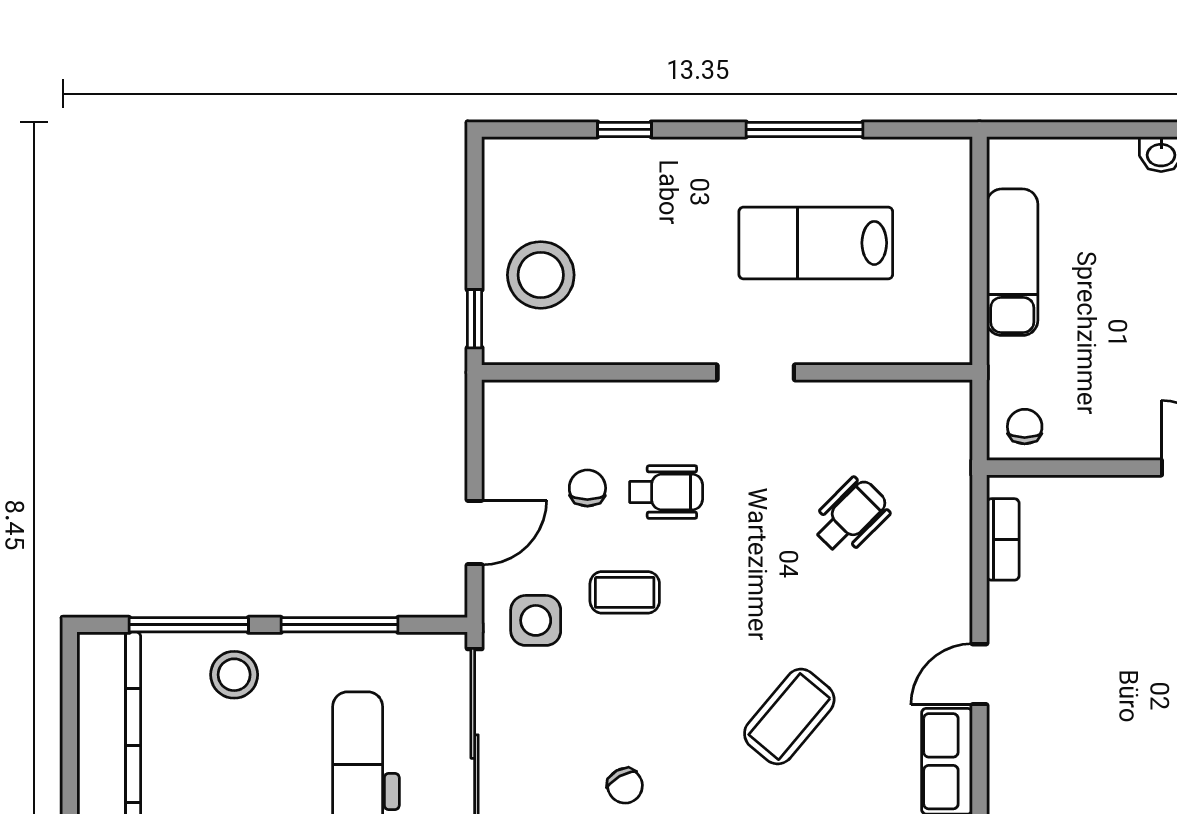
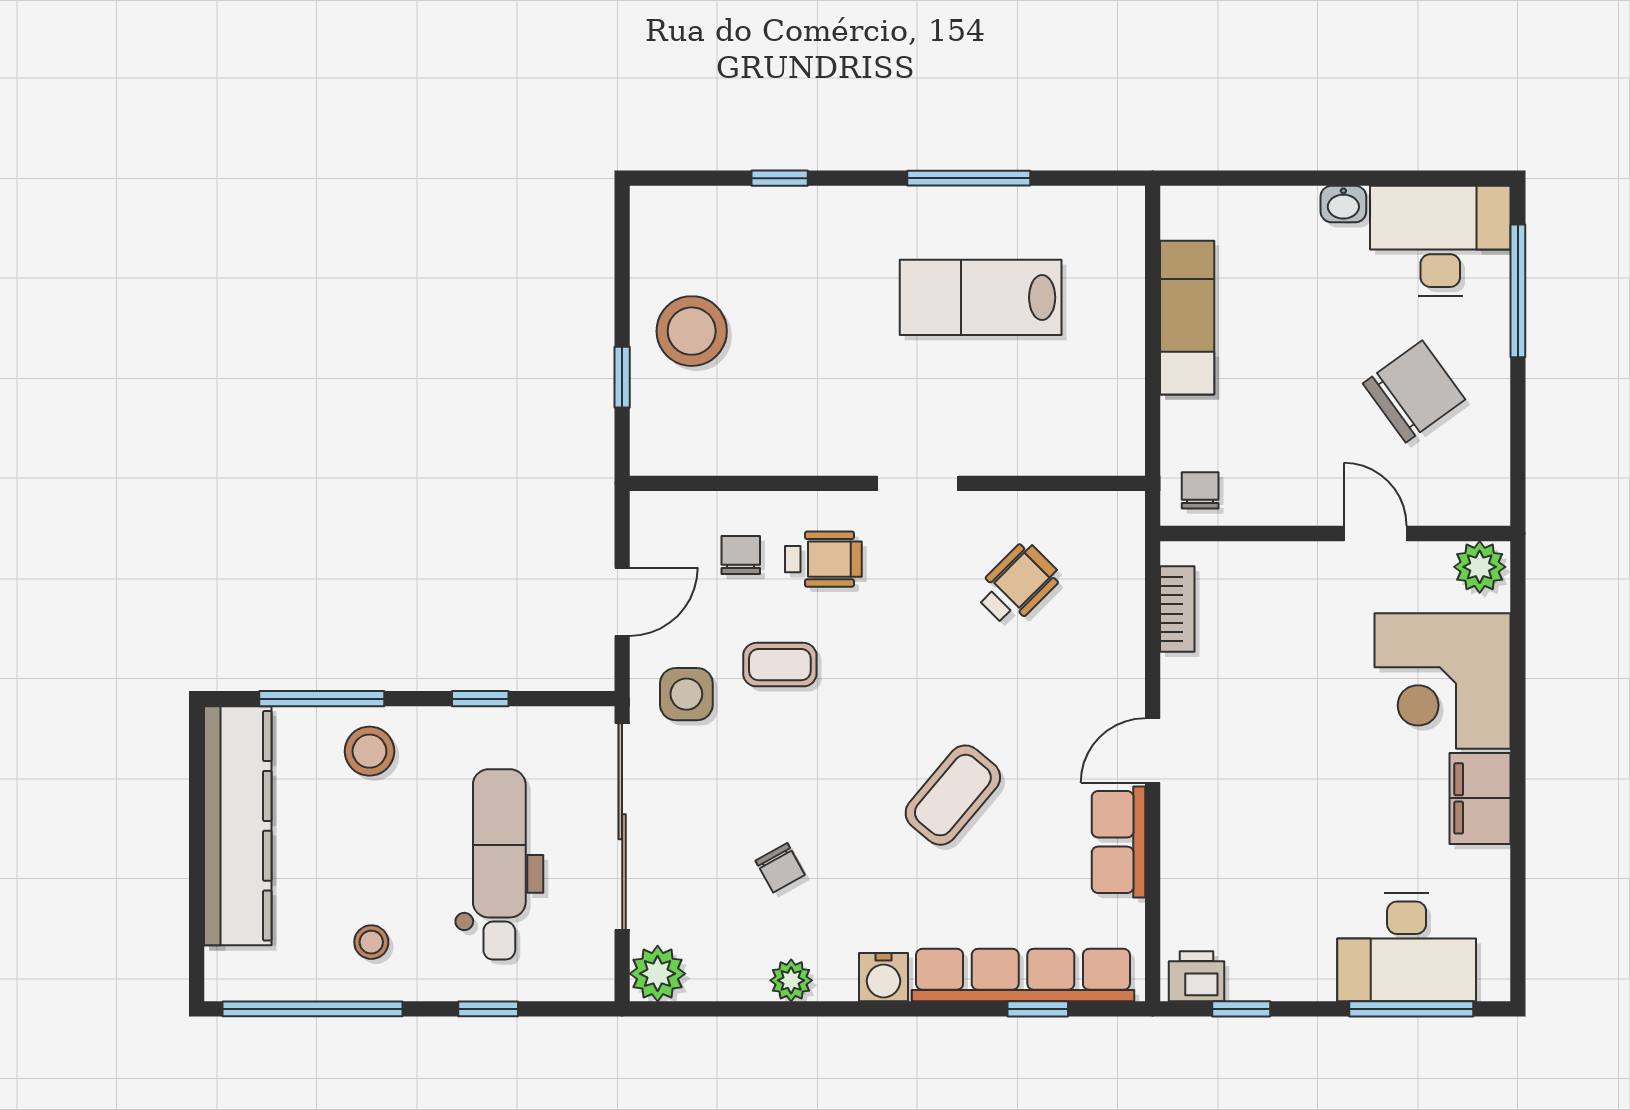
wall: (727, 372) -> (887, 483), moved
doorway: (756, 372) -> (918, 483), moved
window: (340, 625) -> (480, 699), width x0.46

